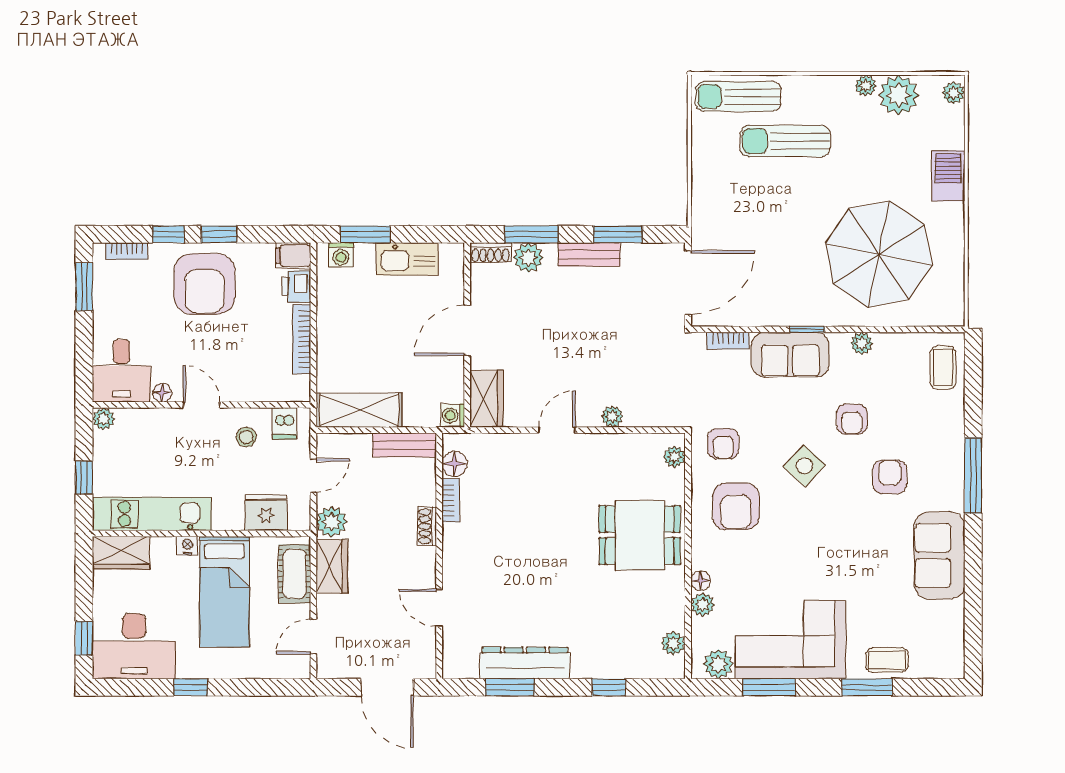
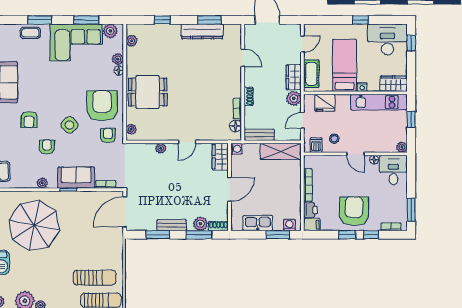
sun lounger: (785, 141) -> (95, 278), moved
armchair: (736, 506) -> (102, 106), width x1.36, depth x1.36

